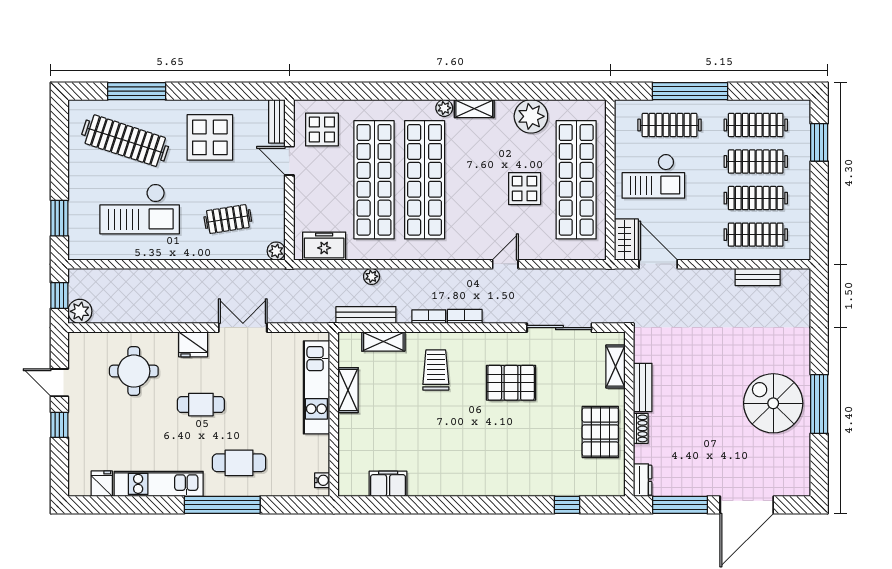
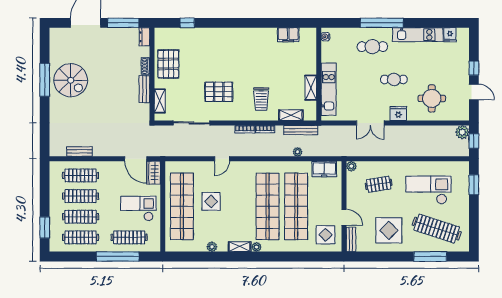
plant: (531, 116) -> (212, 247), width x0.53, depth x0.53

